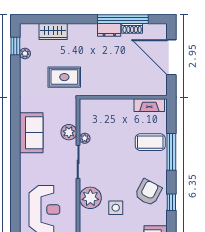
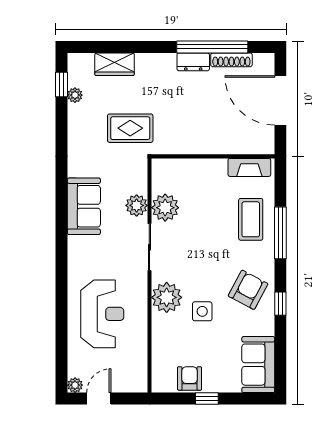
shoe rack: (132, 28) -> (231, 60), width x1.43
plant: (85, 138) -> (165, 208), width x1.87, depth x1.87
coffee table: (150, 142) -> (251, 219), turned 90

